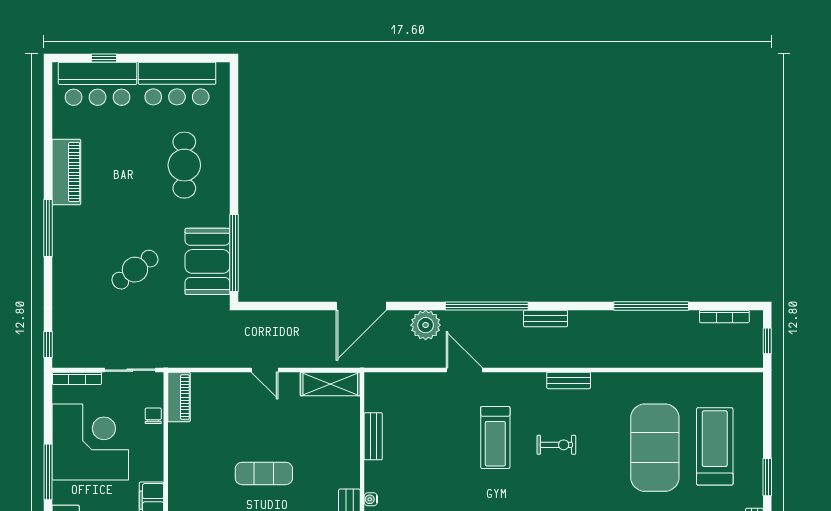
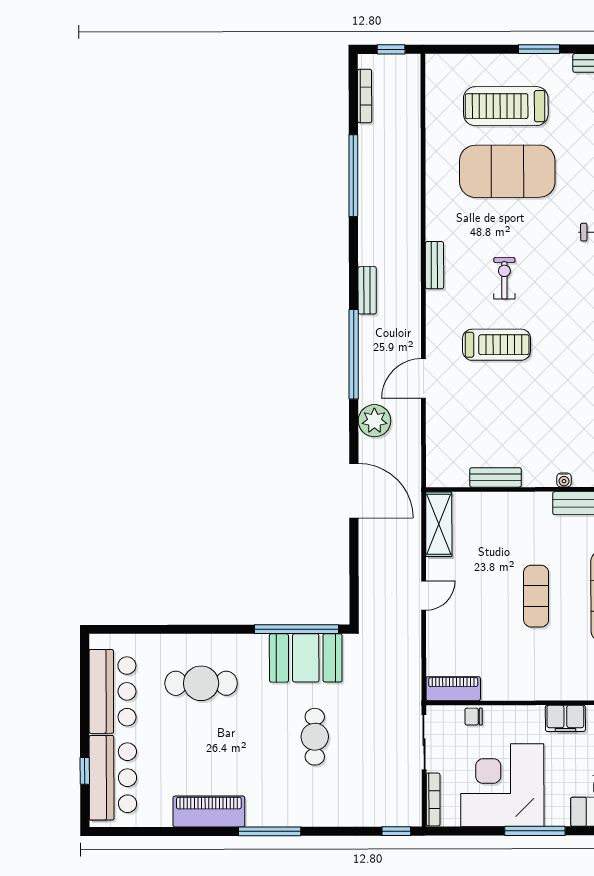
cafe table: (135, 270) -> (315, 737), turned 37

